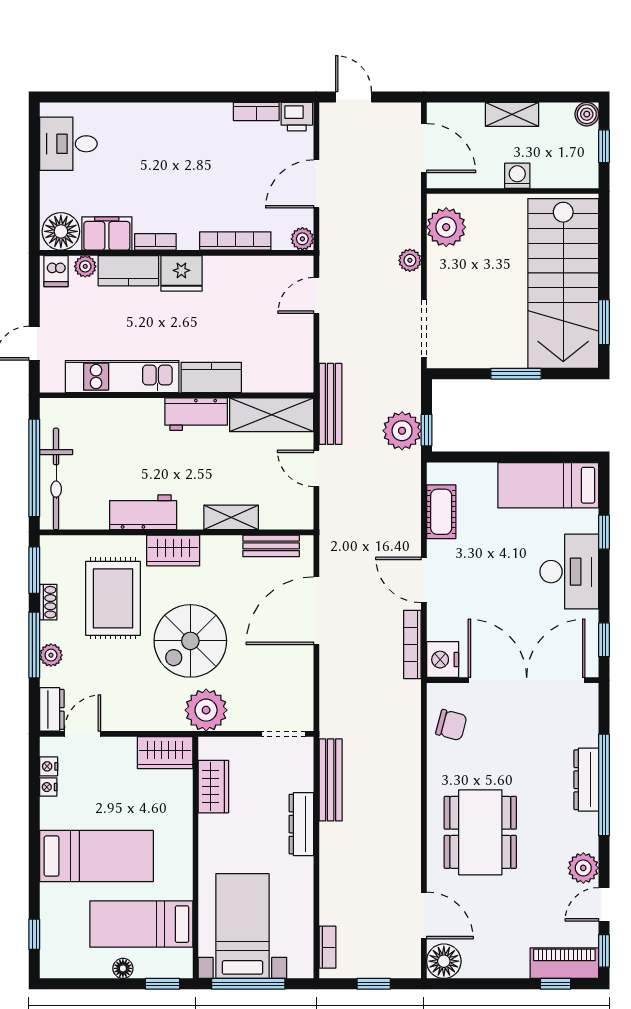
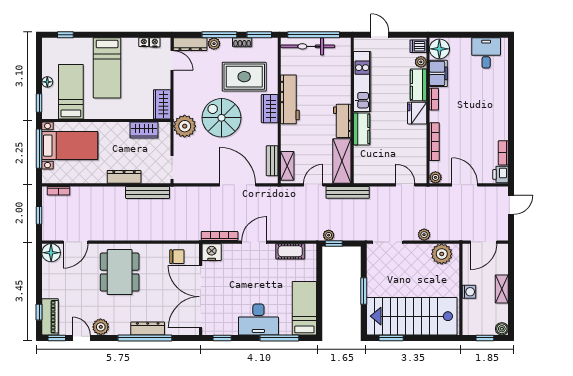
plant: (402, 431) -> (329, 235), width x0.53, depth x0.53
workbench: (143, 512) -> (290, 99), width x1.38
shelving: (231, 517) -> (287, 166), moved
window: (604, 532) -> (279, 338), width x2.17
double door: (527, 680) -> (201, 297), swing flipped
dresser: (52, 709) -> (190, 44), width x1.44
chair: (451, 725) -> (177, 257), turned -105
dining table: (480, 832) -> (120, 272), turned 90

